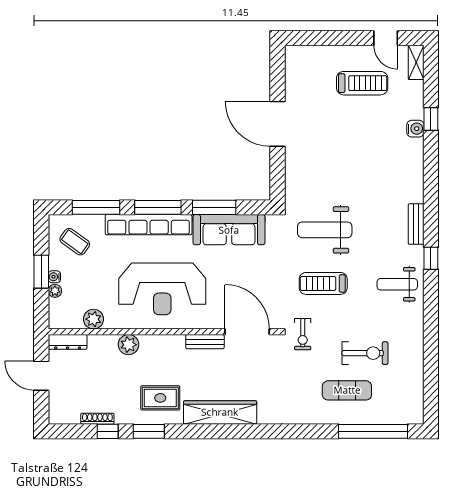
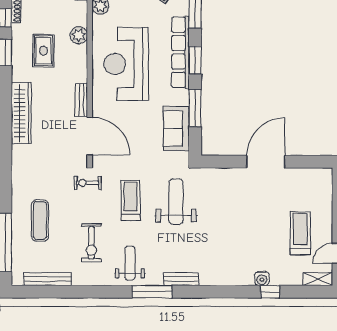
treadmill: (362, 83) -> (300, 233), turned 180
window: (158, 207) -> (195, 60), width x0.69
sofa: (229, 230) -> (176, 129), width x0.73
window: (431, 258) -> (152, 292), width x2.17
door: (247, 332) -> (90, 136), hinge flipped
exercise bike: (365, 353) -> (91, 243), moved
bench: (416, 381) -> (48, 279), added
rug: (160, 398) -> (43, 51), moved

